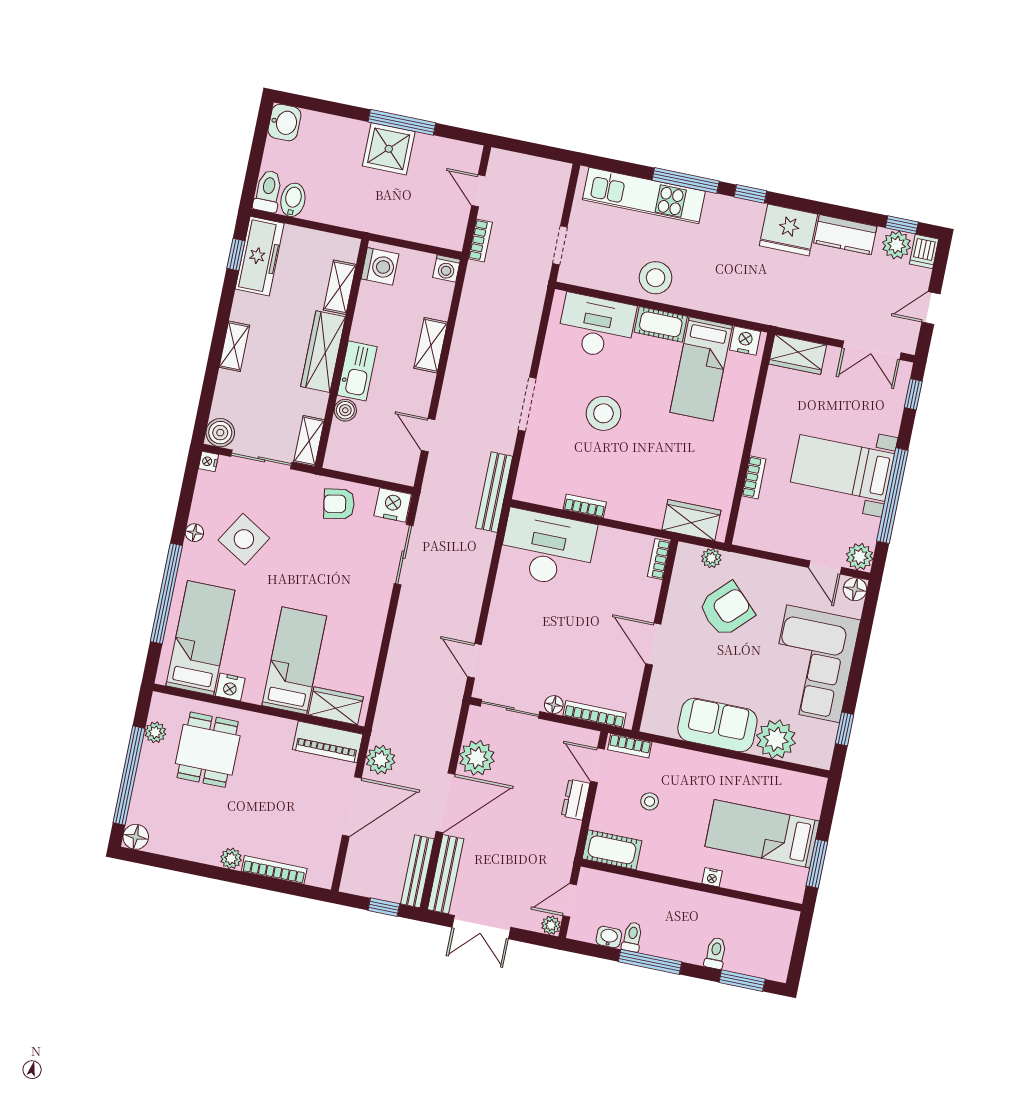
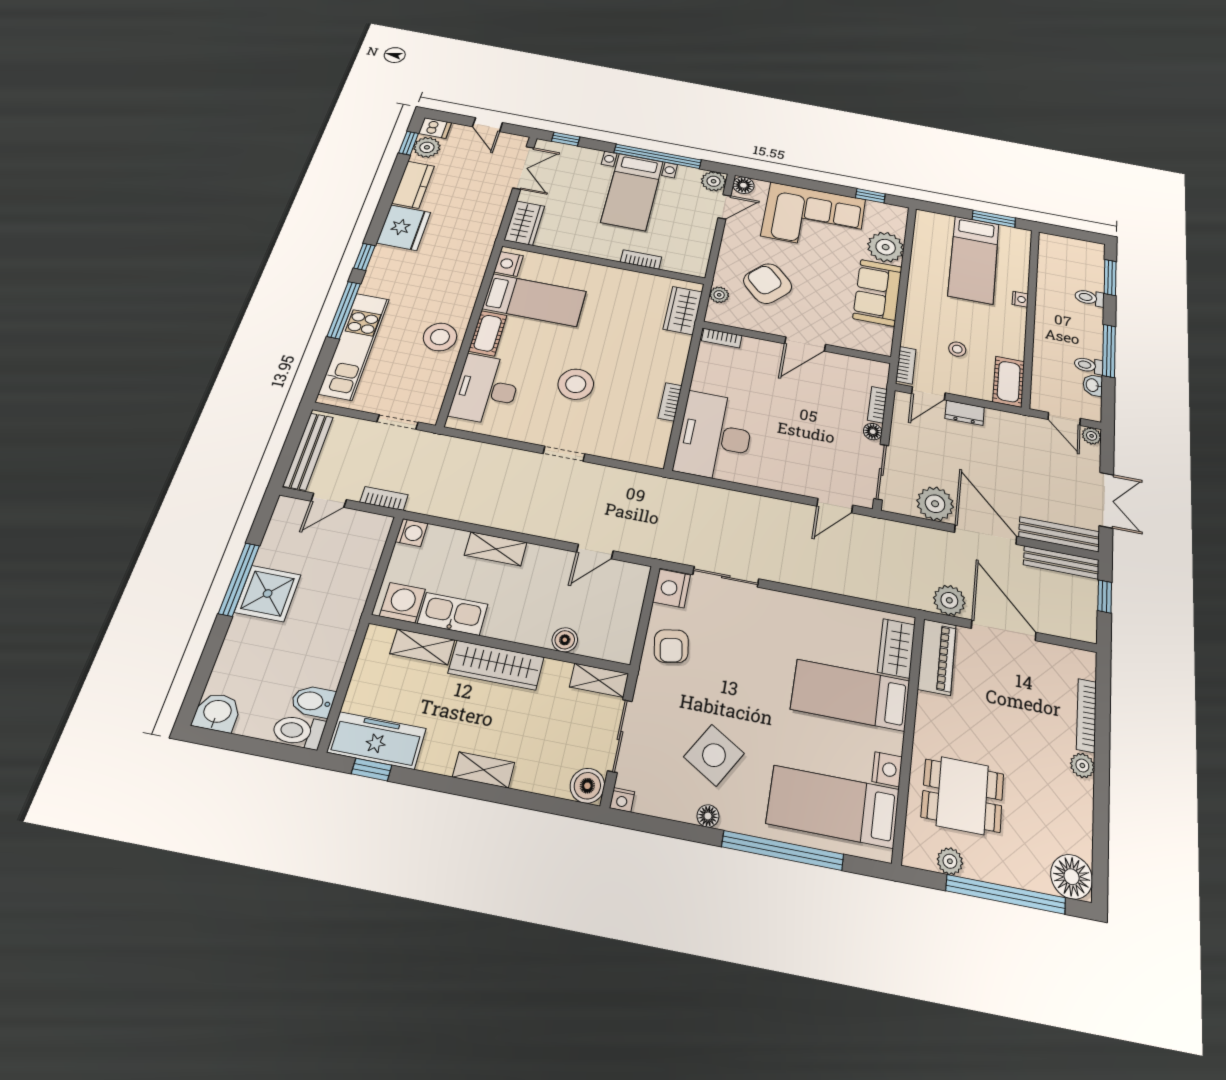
kitchen sink: (357, 371) -> (453, 614), moved
doorway: (527, 404) -> (564, 454), width x0.73
bench: (494, 492) -> (308, 451), moved, turned 90
bookcase: (595, 714) -> (877, 405), width x0.64
floor lamp: (136, 837) -> (1072, 877), width x1.38, depth x1.38

